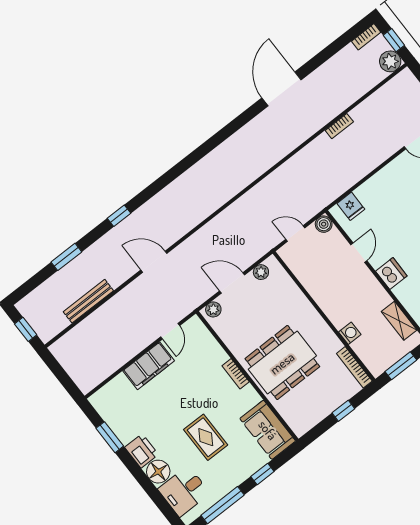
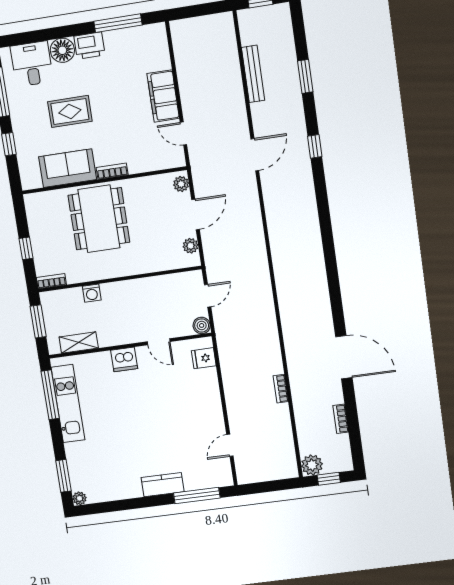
bookcase: (366, 37) -> (341, 419), moved
bookcase: (354, 367) -> (51, 281), width x0.64
sofa: (268, 430) -> (68, 168), moved
window: (110, 437) -> (118, 23), width x1.44

